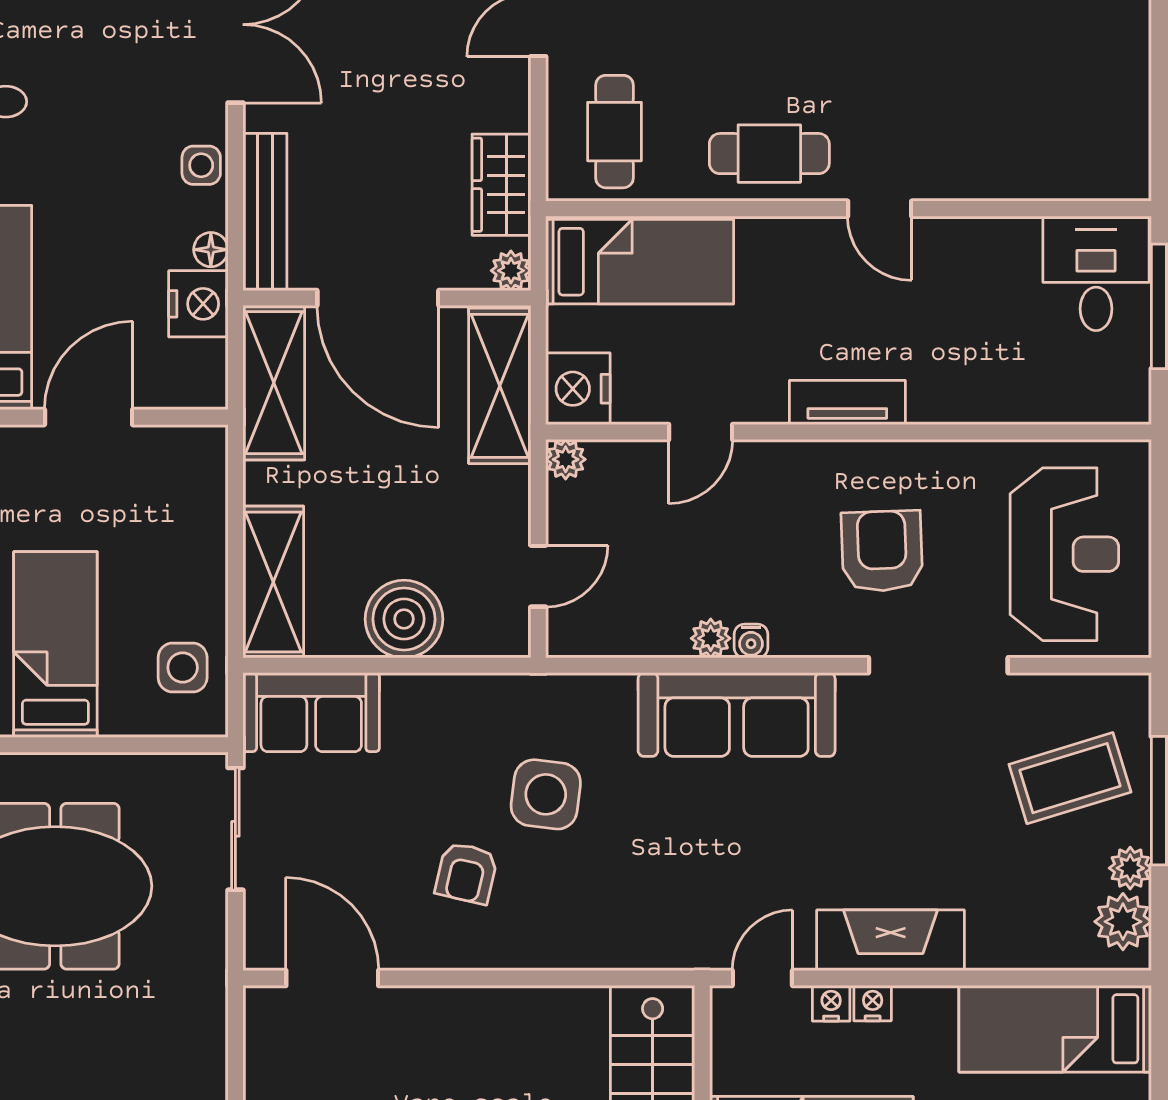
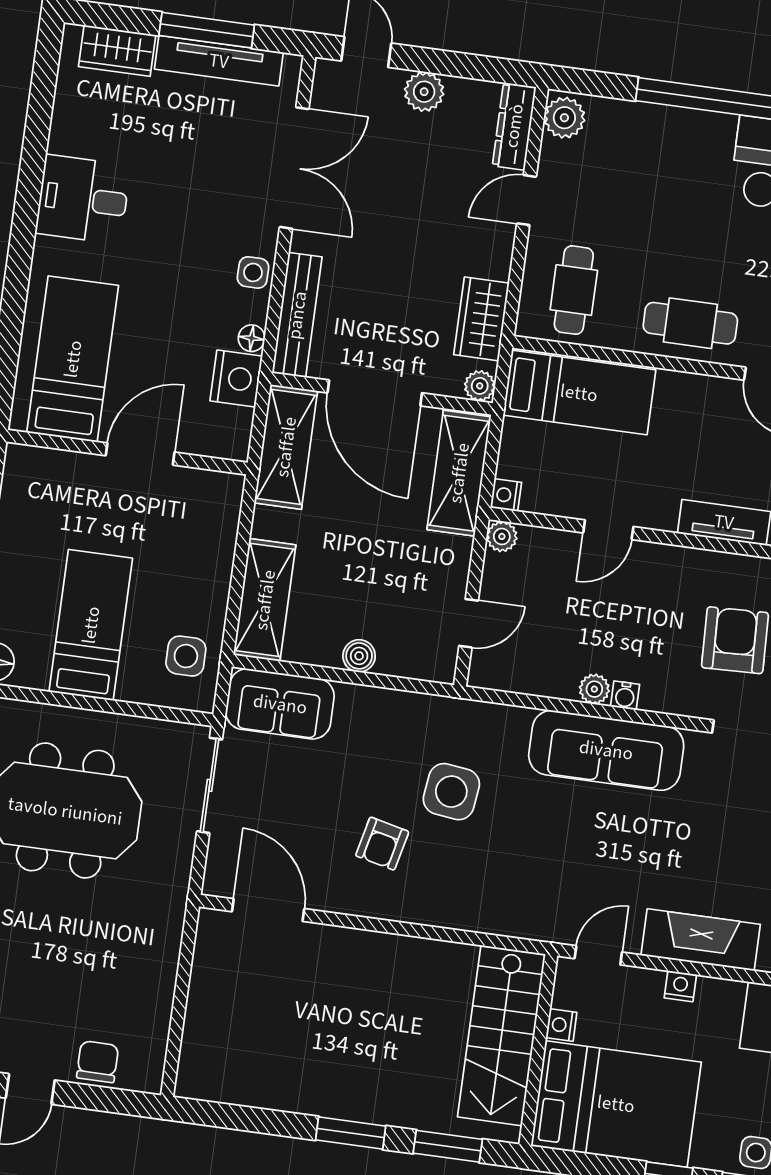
nightstand: (578, 389) -> (506, 495), width x0.53, depth x0.56
boiler: (404, 619) -> (359, 656), width x0.54, depth x0.54
nightstand: (831, 1003) -> (561, 1025), moved, turned -90

